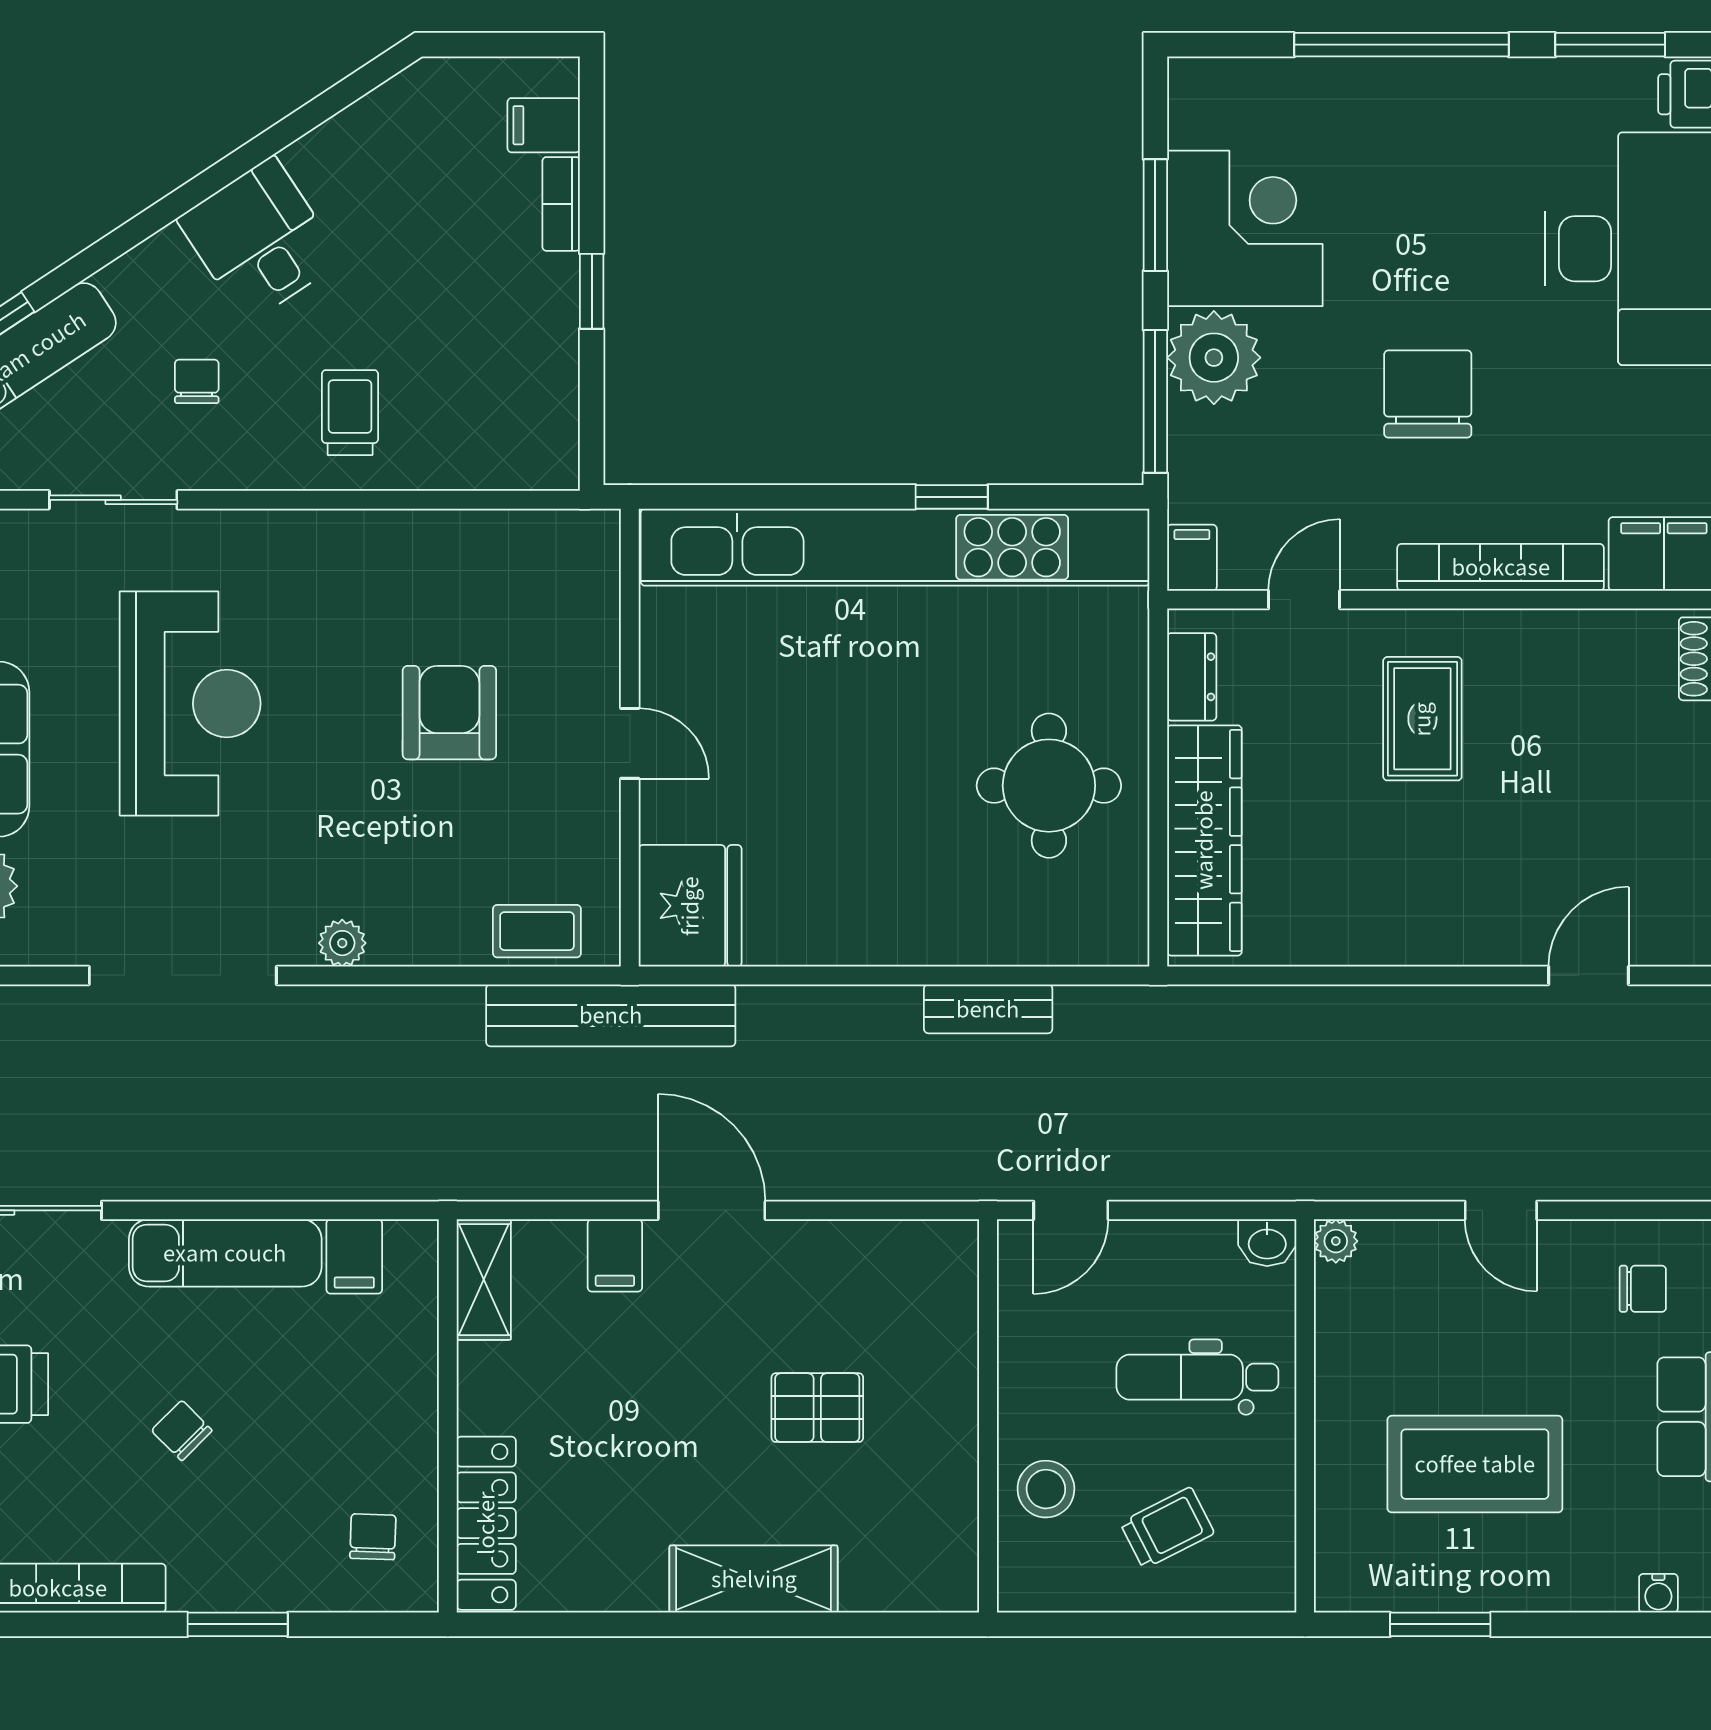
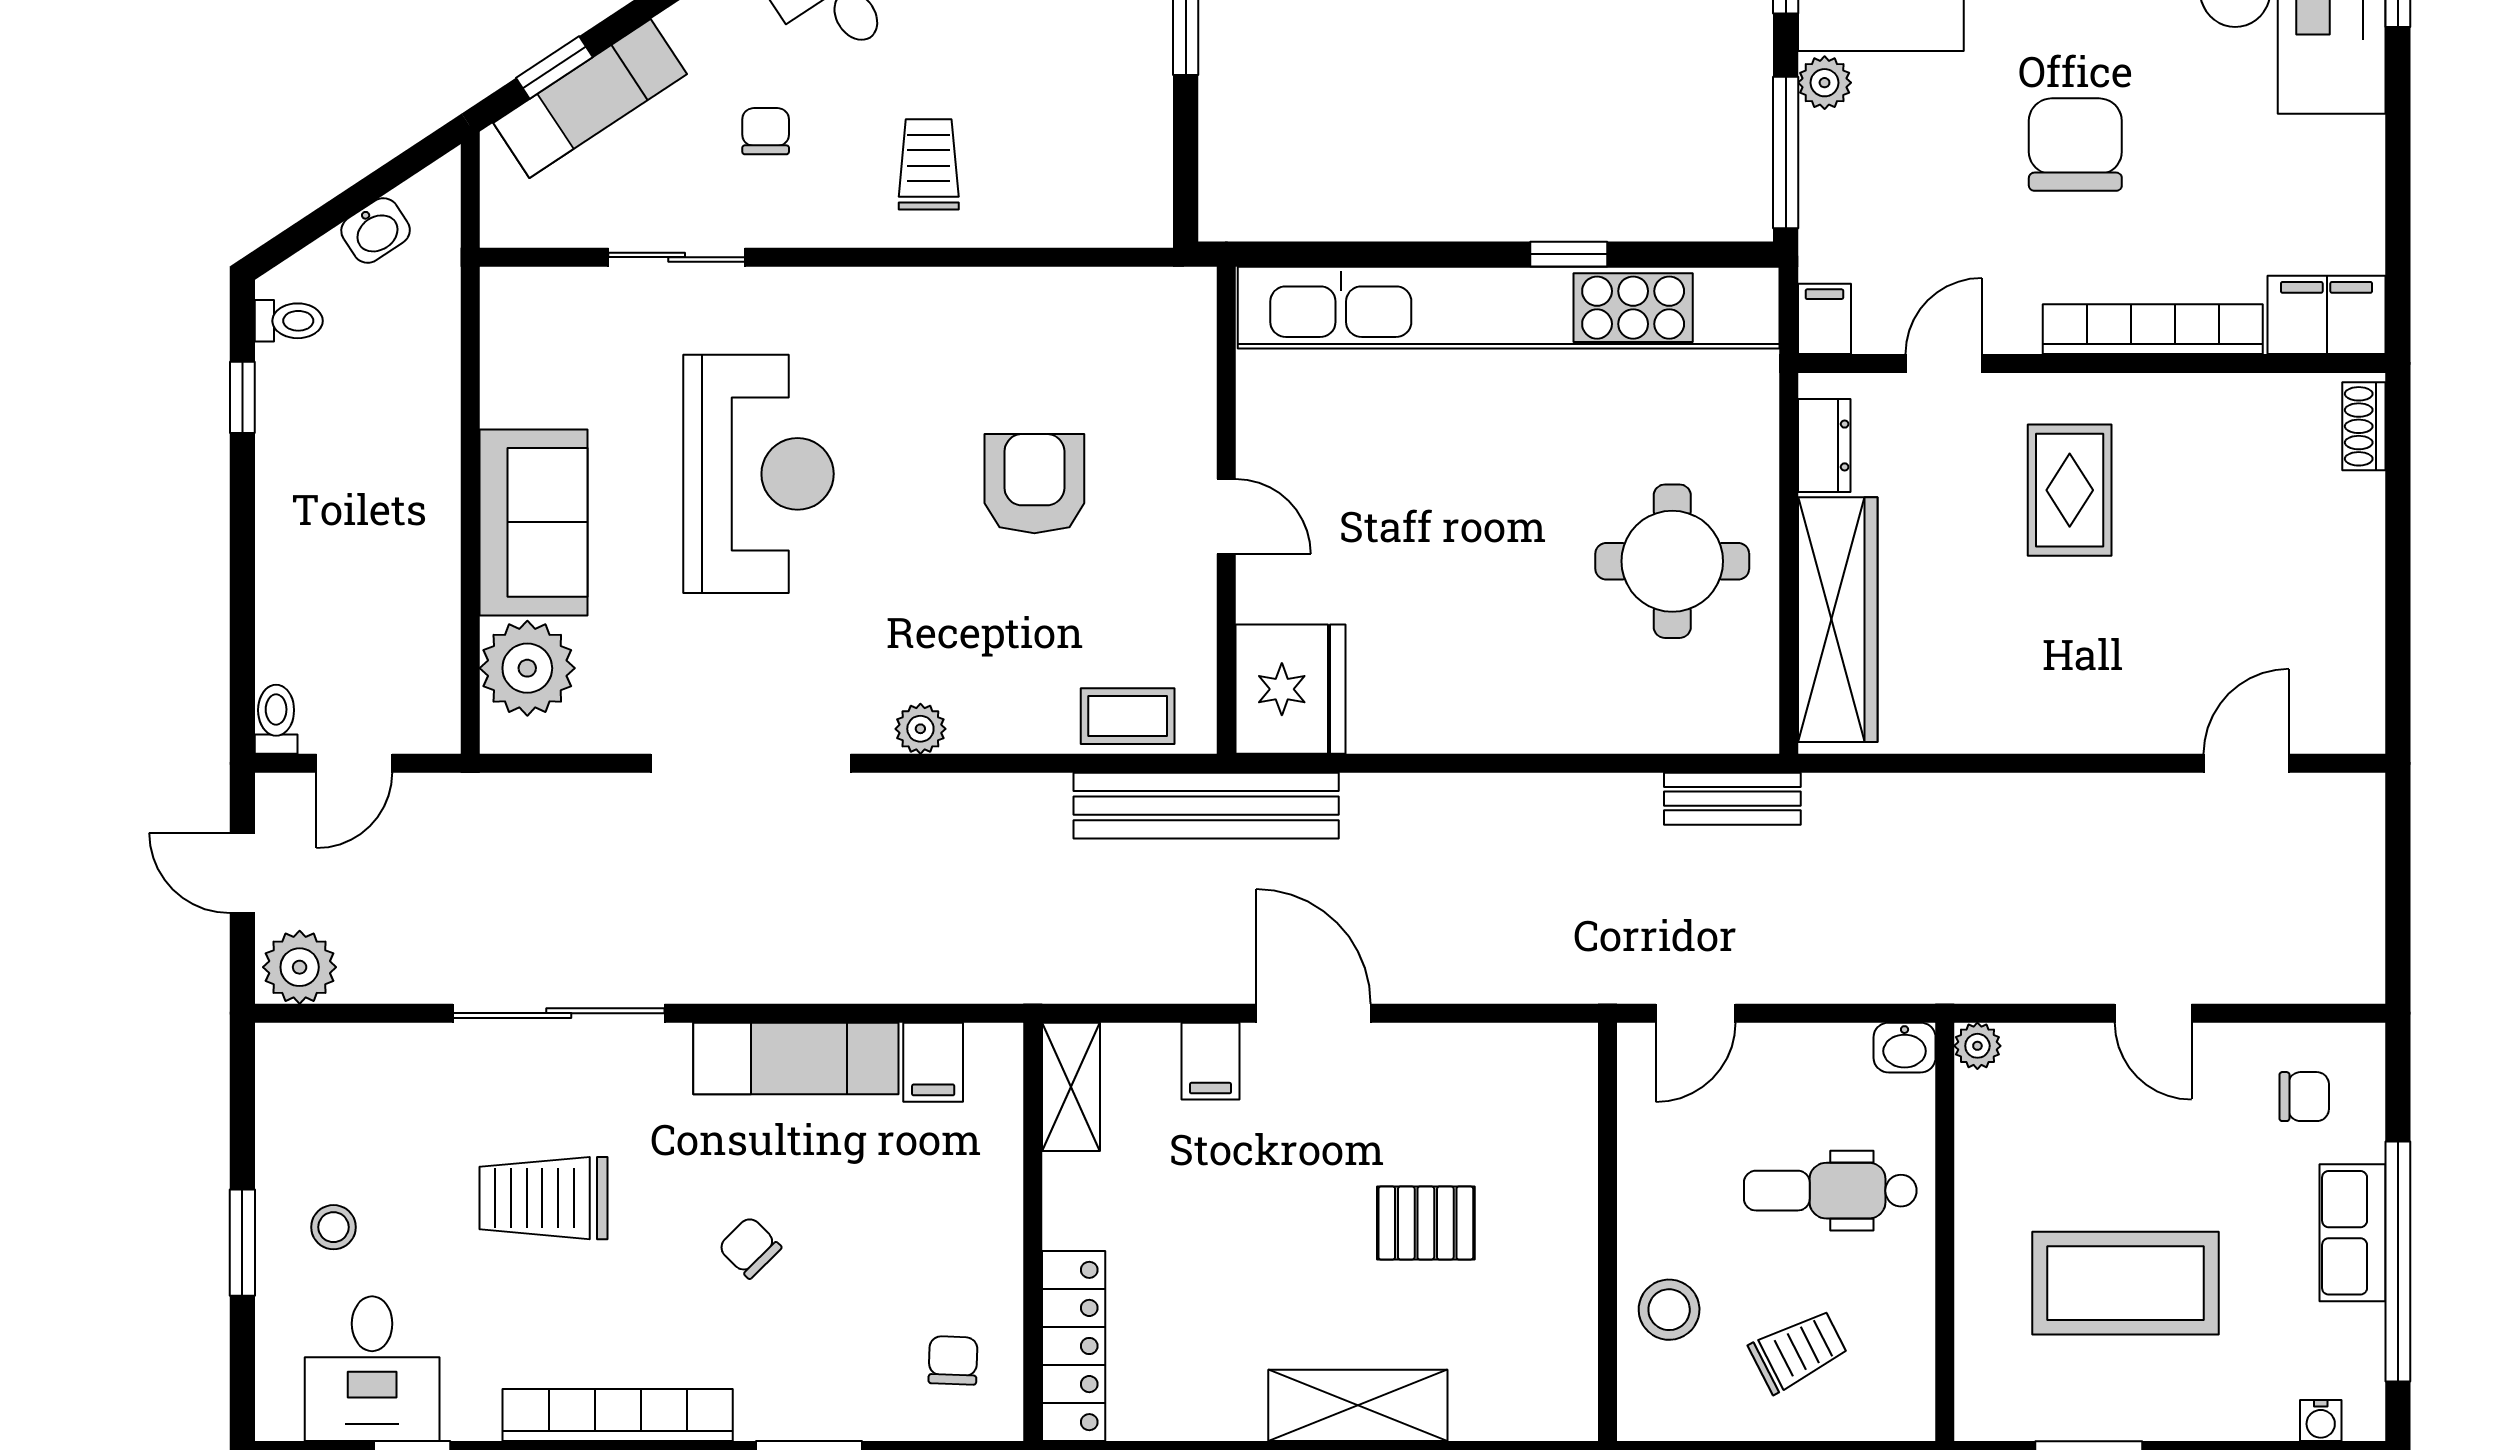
plant: (1214, 358) -> (1825, 83), width x0.53, depth x0.53
bench: (988, 1009) -> (1732, 799), moved

